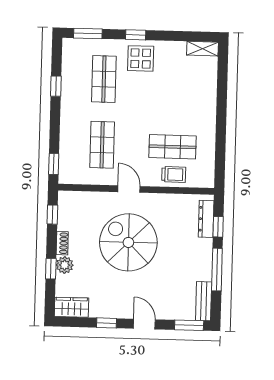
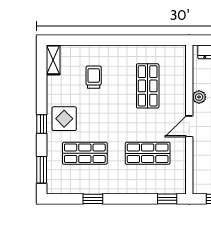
trolley: (174, 174) -> (94, 77), moved
plant: (159, 200) -> (199, 97), added

